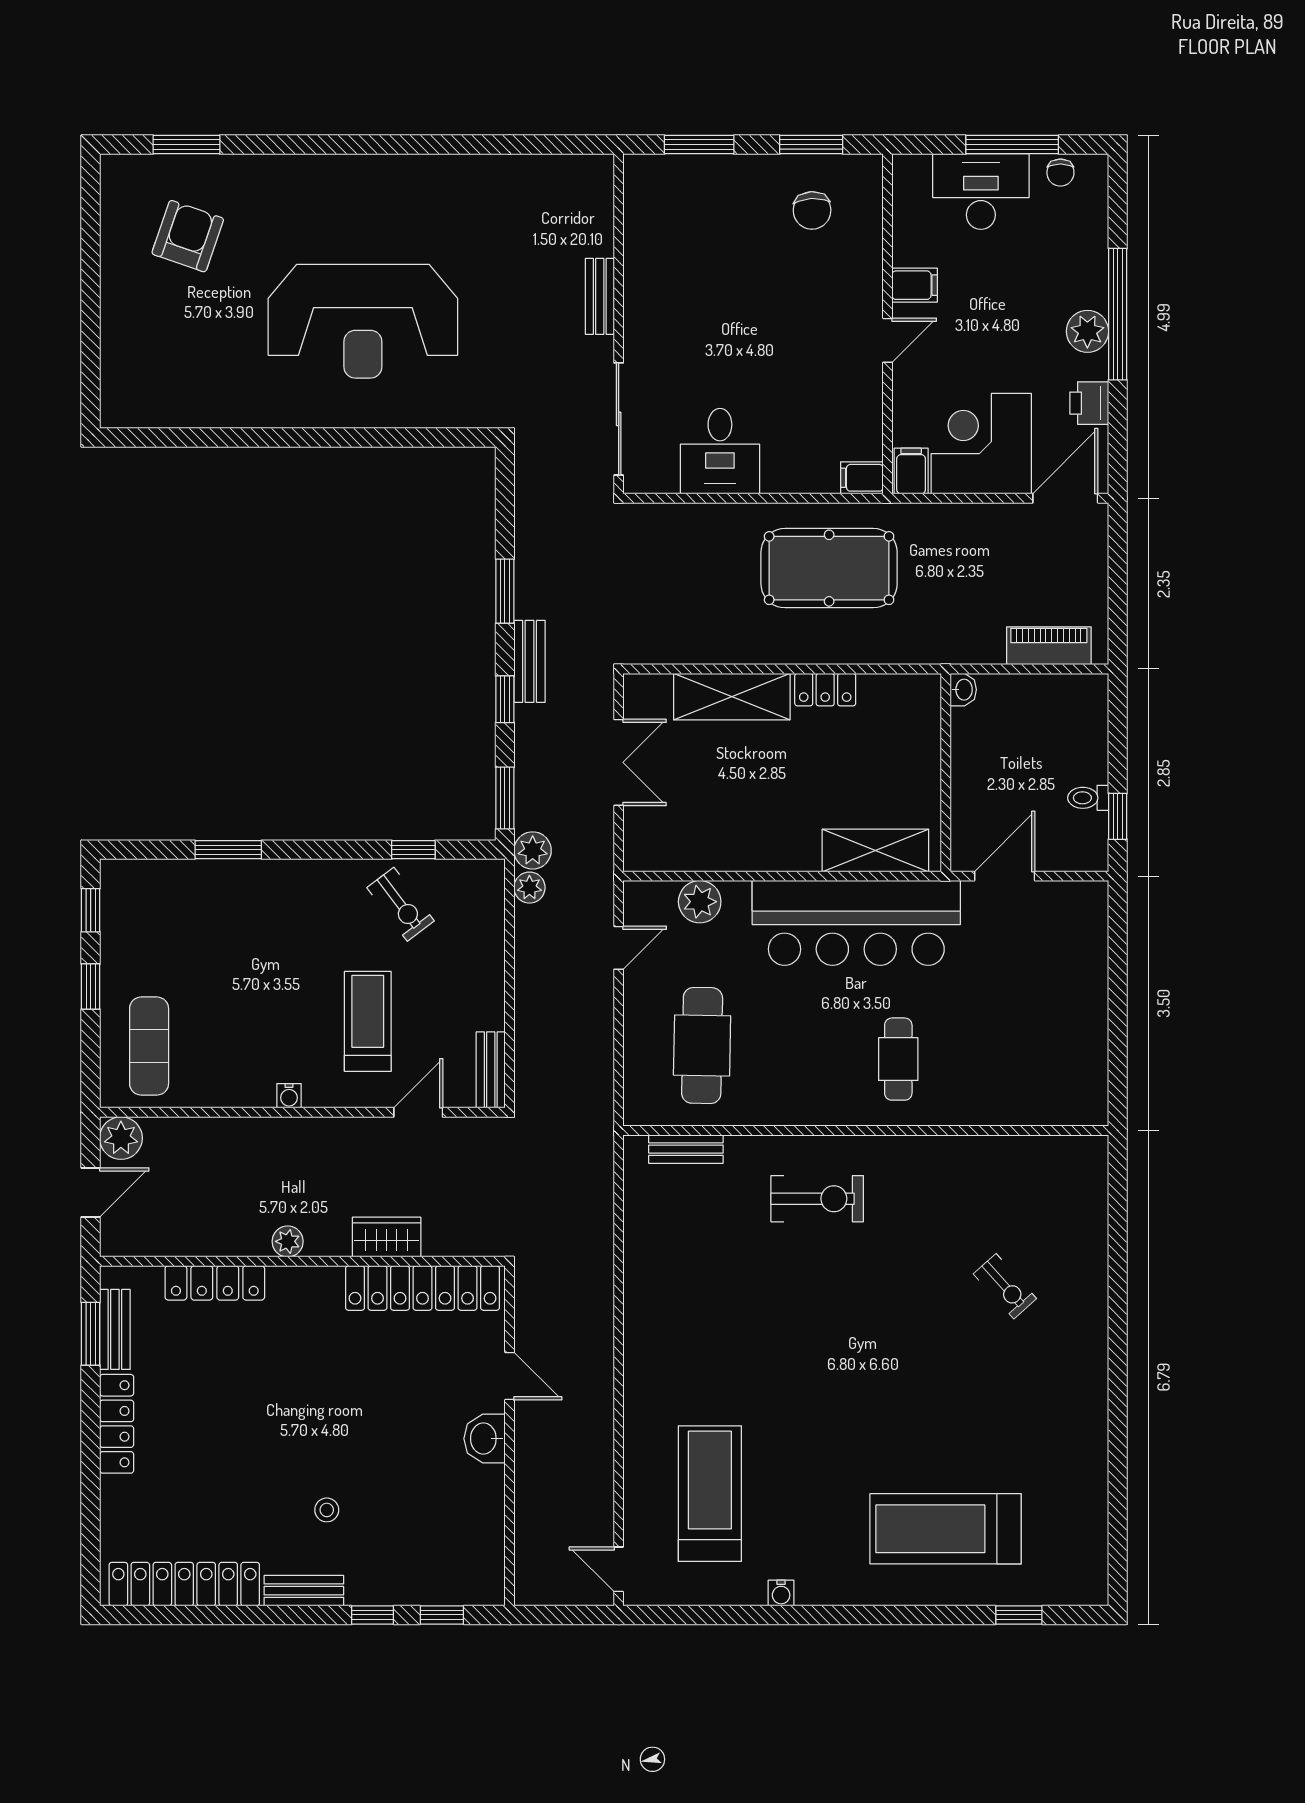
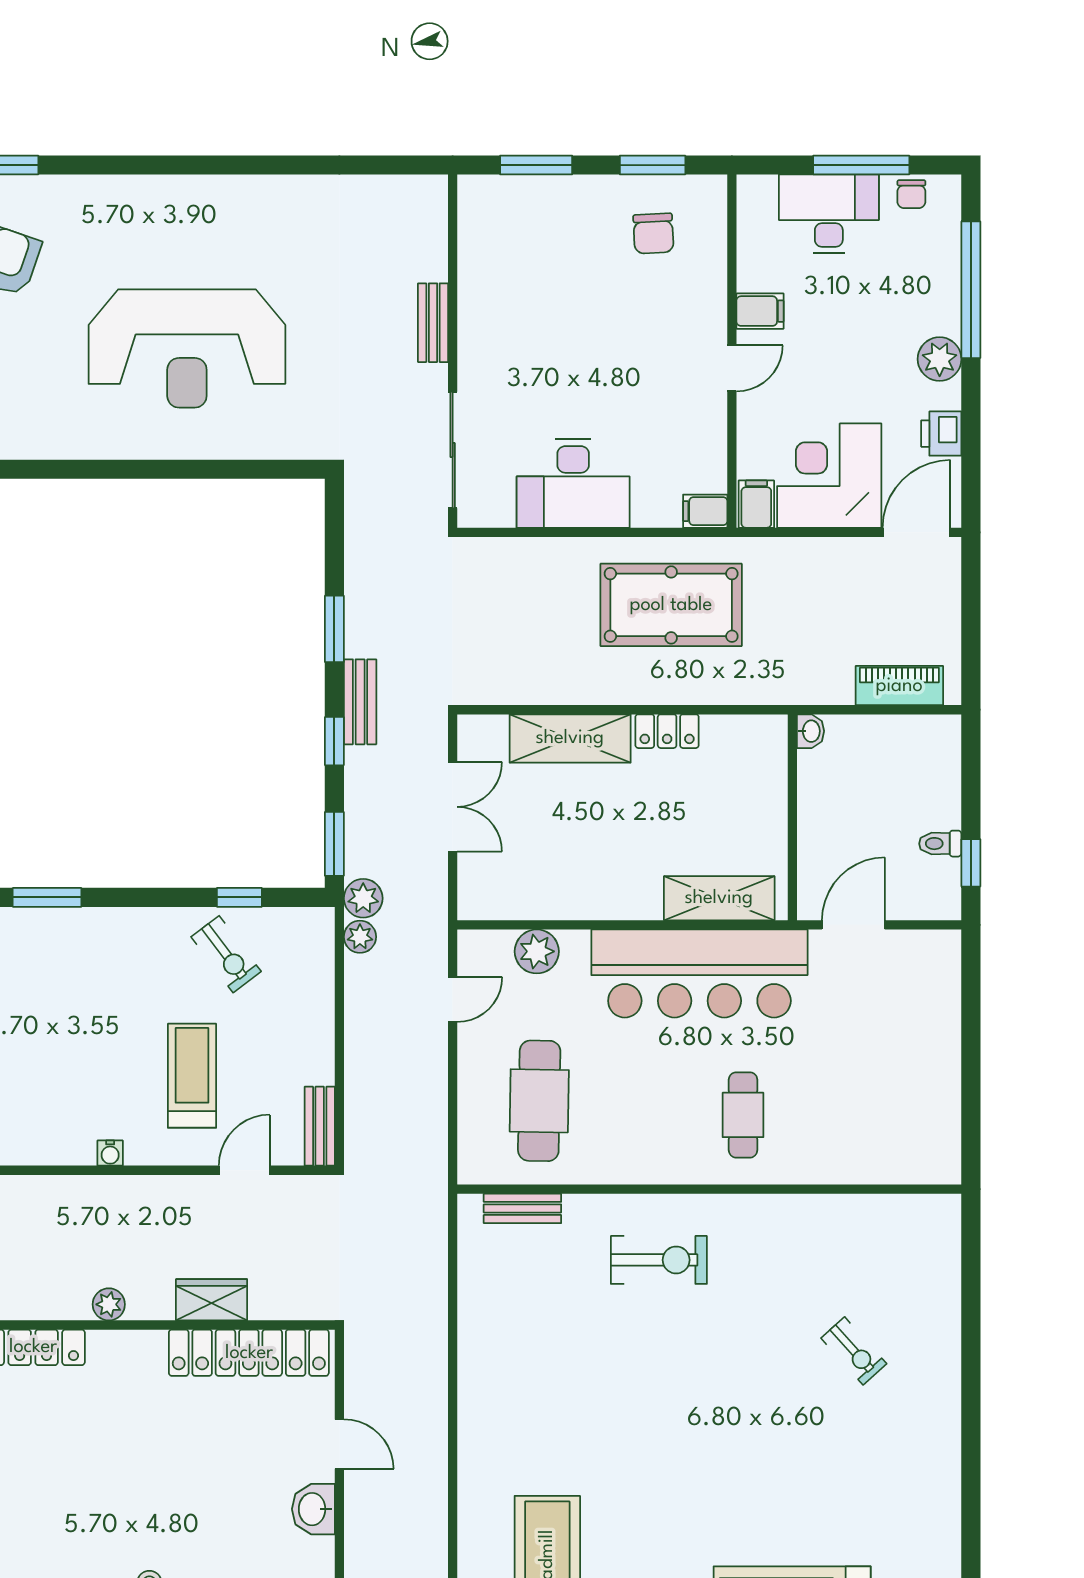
window: (1118, 314) -> (971, 290), moved
desk: (720, 451) -> (573, 483), width x1.37

